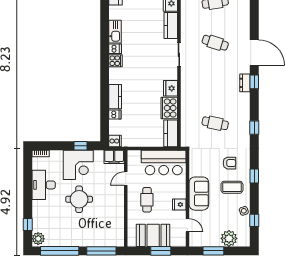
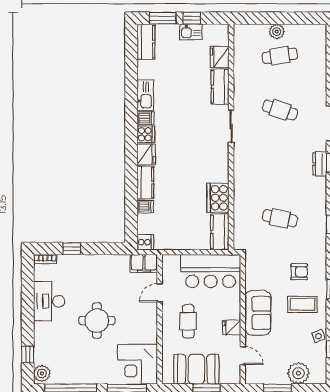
fridge: (171, 88) -> (146, 154), moved, turned 180
window: (81, 146) -> (72, 249), moved
corner desk: (78, 165) -> (138, 364), moved, turned 90

